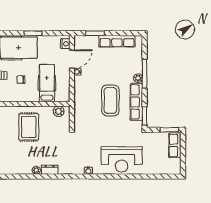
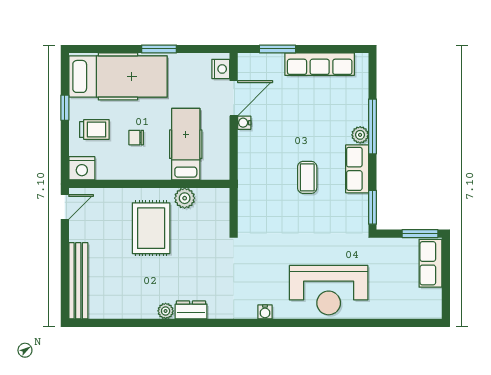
coffee table: (110, 100) -> (307, 177), width x0.54, depth x0.58
row of seats: (136, 102) -> (357, 169), width x0.68
plant: (59, 111) -> (185, 198), moved

